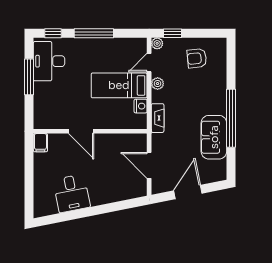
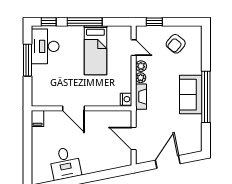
plant: (157, 43) -> (141, 78), moved
armchair: (197, 58) -> (176, 44), turned -44
door: (149, 63) -> (134, 48), swing flipped
bed: (119, 85) -> (95, 50), moved, turned -90
nightstand: (141, 106) -> (126, 99), moved
sofa: (214, 137) -> (191, 95), moved

